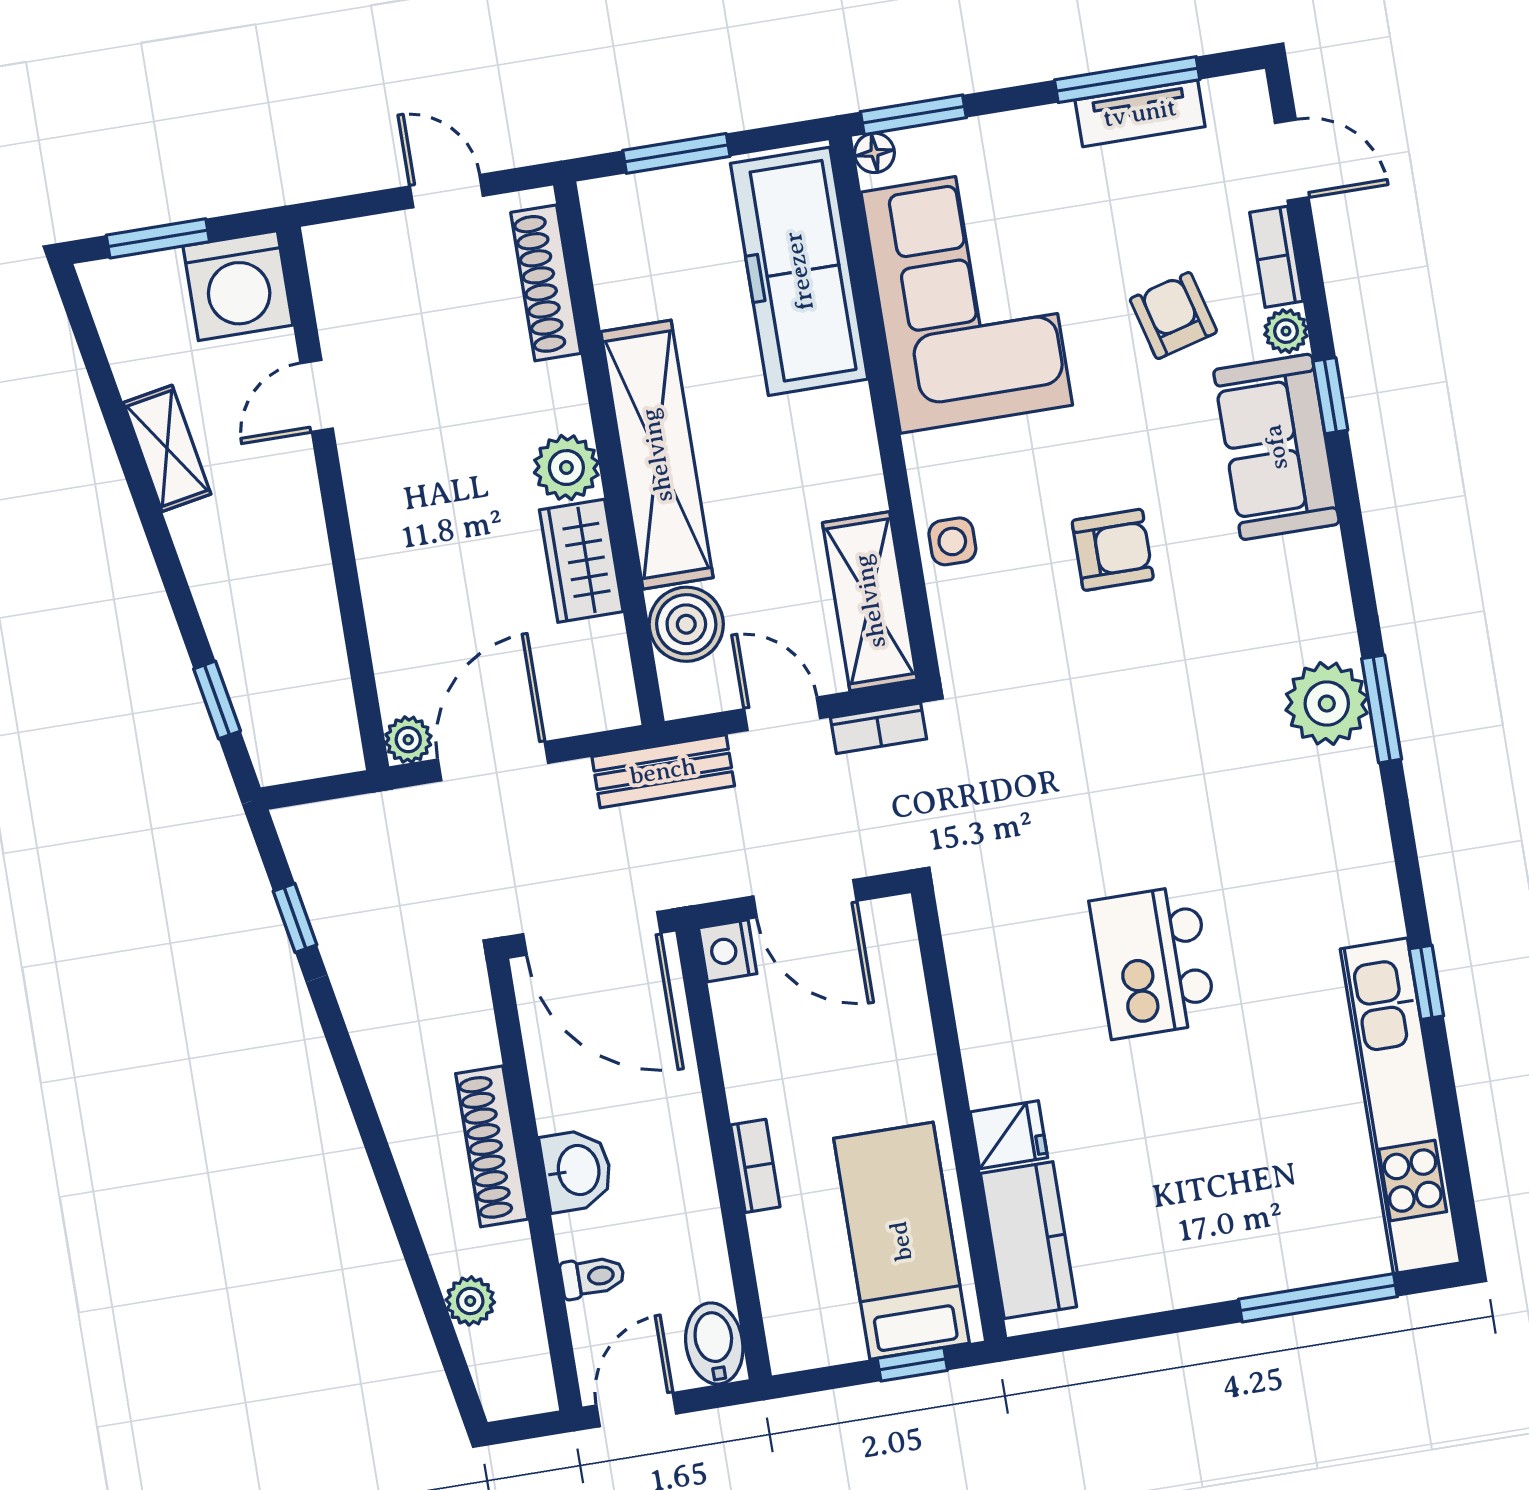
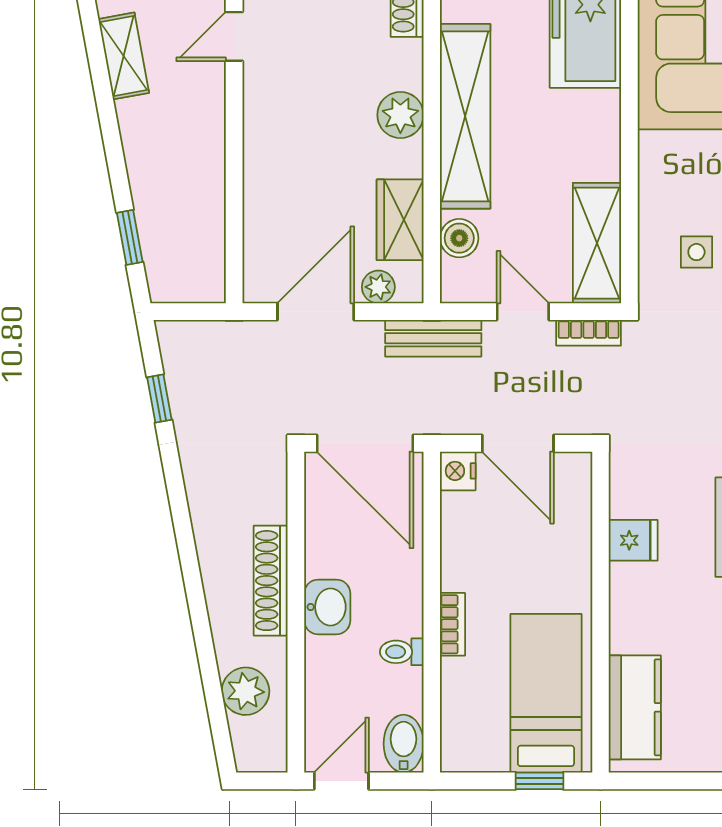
side table: (952, 541) -> (696, 252), moved
wardrobe: (581, 561) -> (400, 220), moved
boiler: (686, 624) -> (459, 238), width x0.73, depth x0.73
plant: (408, 740) -> (378, 287), moved
fridge: (1009, 1135) -> (633, 540), moved
toilet: (592, 1277) -> (402, 652), moved, turned 180
plant: (470, 1301) -> (246, 691), width x1.38, depth x1.38

